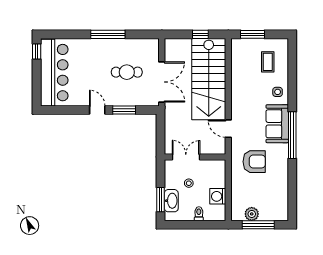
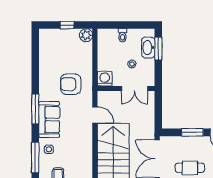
window: (292, 83) -> (35, 158), added
window: (292, 135) -> (35, 109), width x0.68
washing machine: (218, 196) -> (105, 79), moved, turned -90
plant: (252, 214) -> (86, 35), moved
window: (258, 225) -> (67, 25), width x0.46

